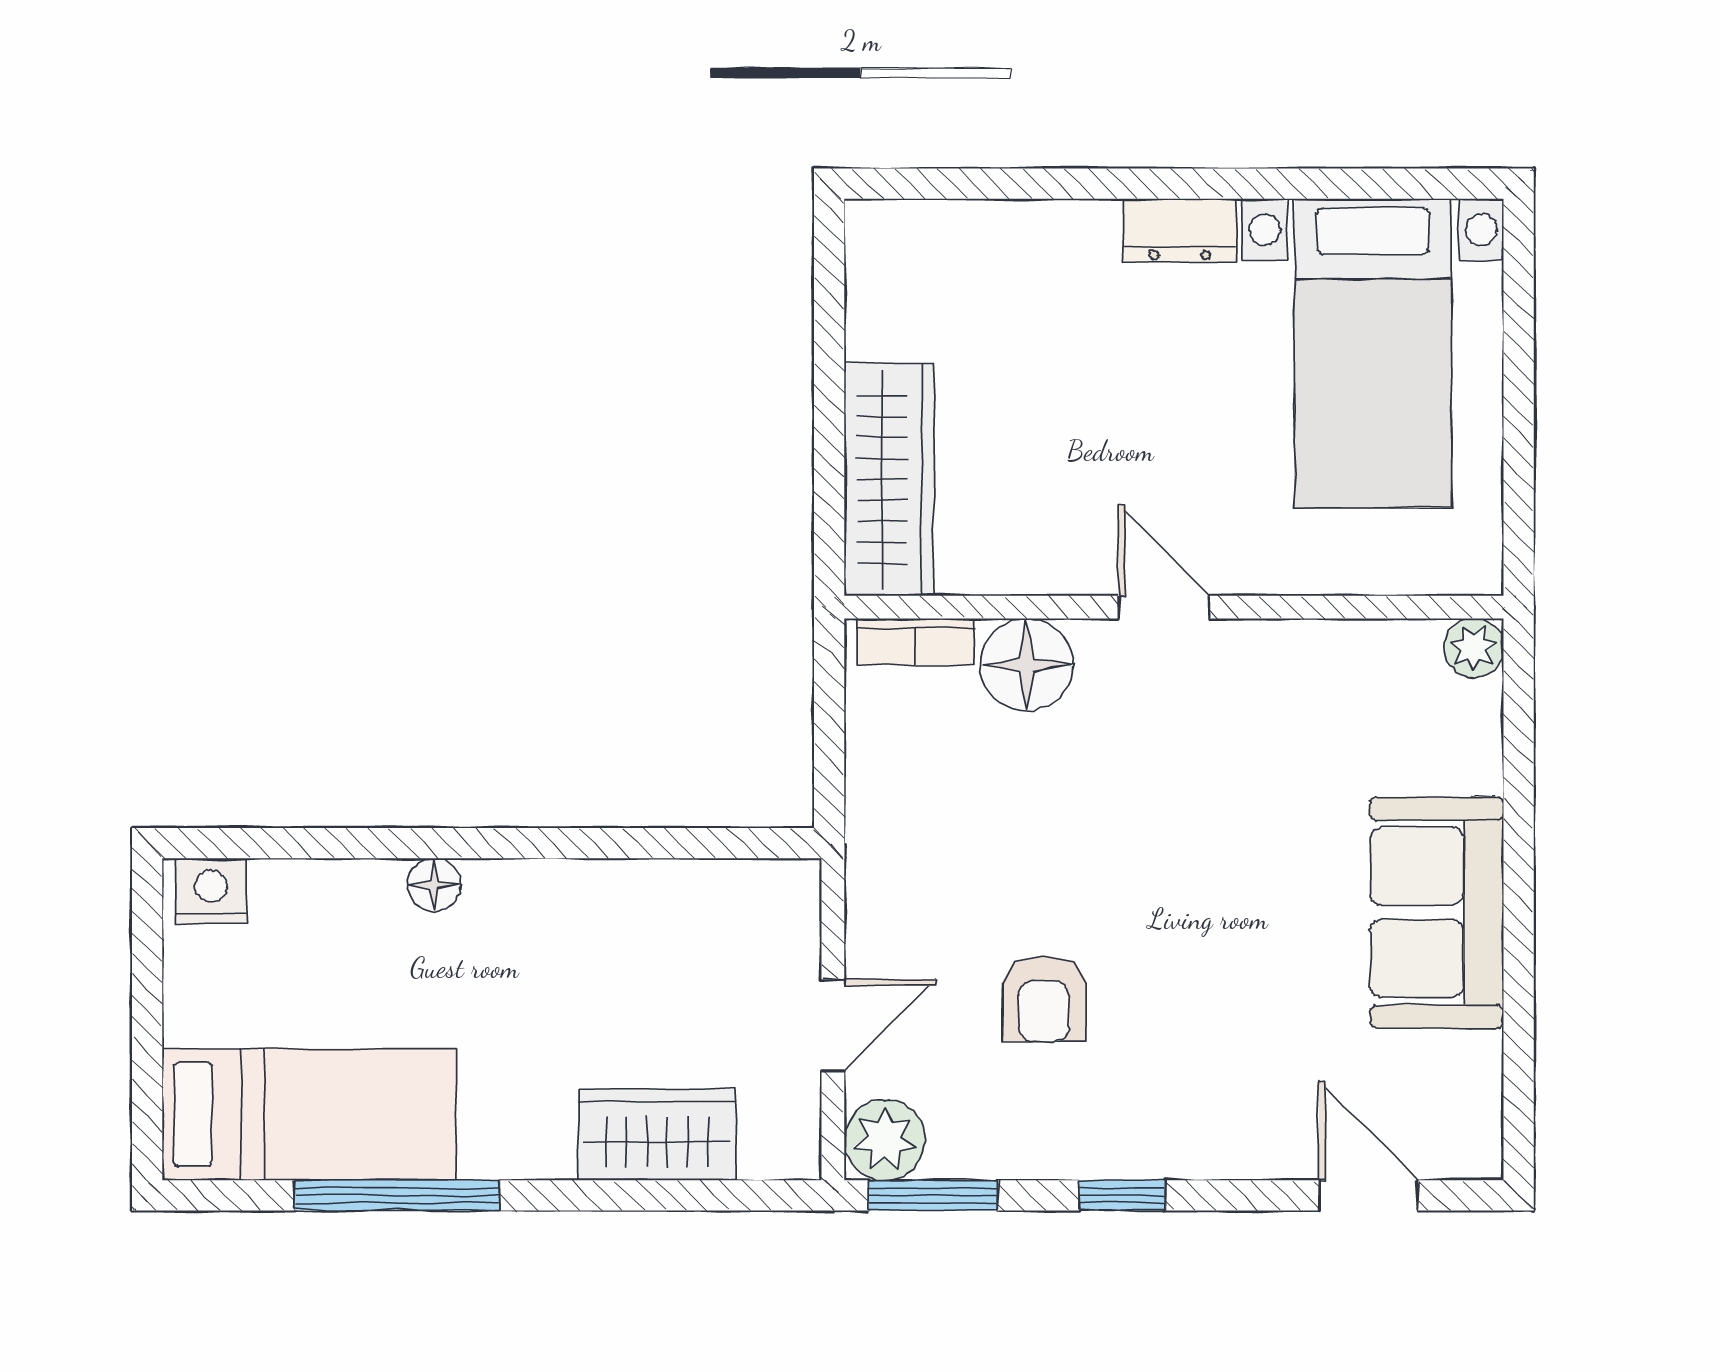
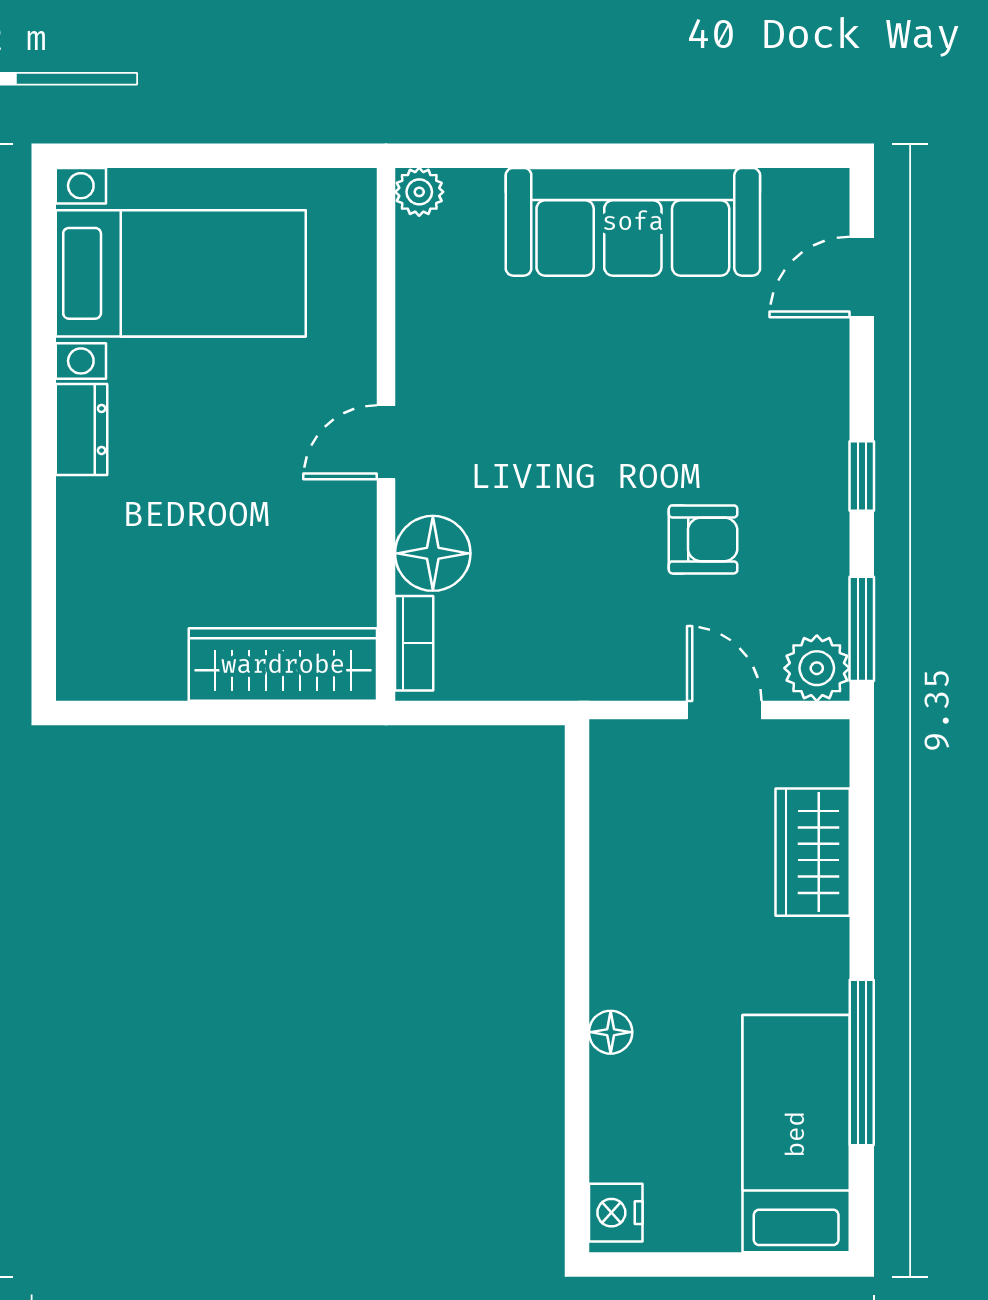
sofa: (1437, 912) -> (633, 222), width x1.36

